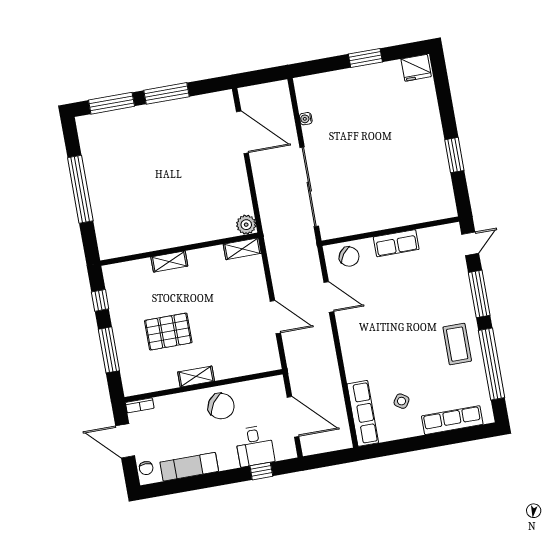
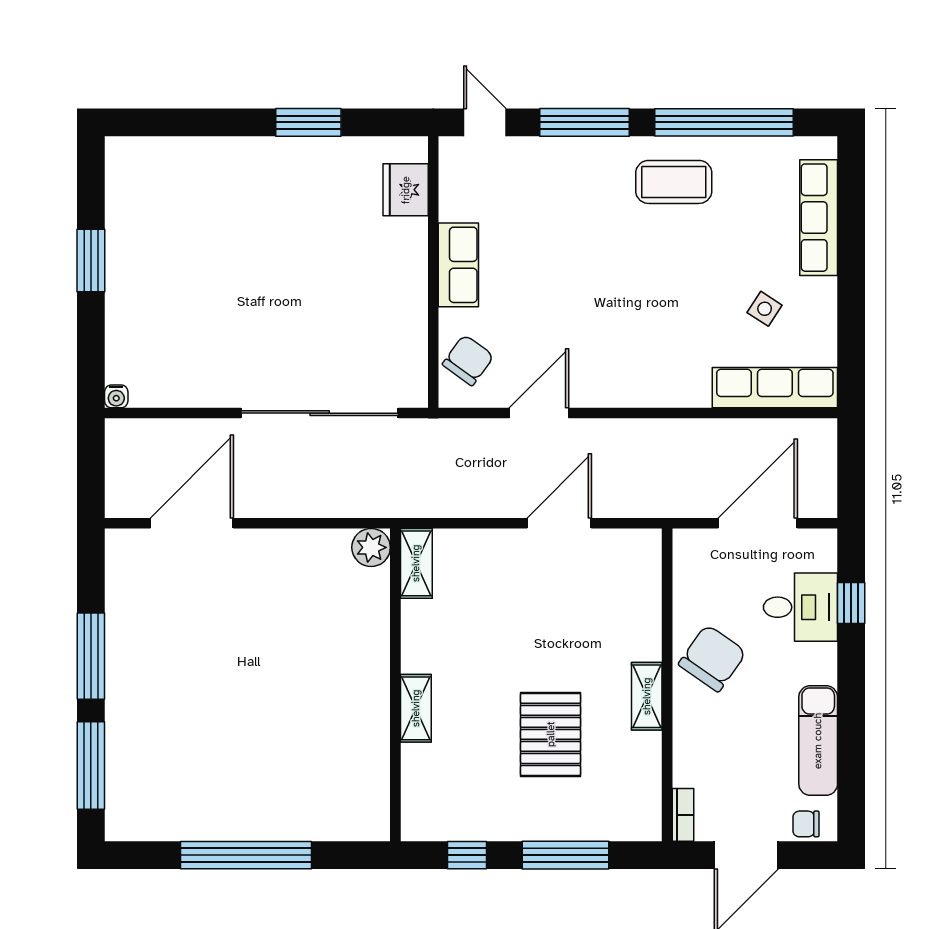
fridge: (416, 68) -> (406, 190), moved, turned 180
water cooler: (306, 119) -> (116, 396), moved
chair: (146, 468) -> (806, 824), turned 180

